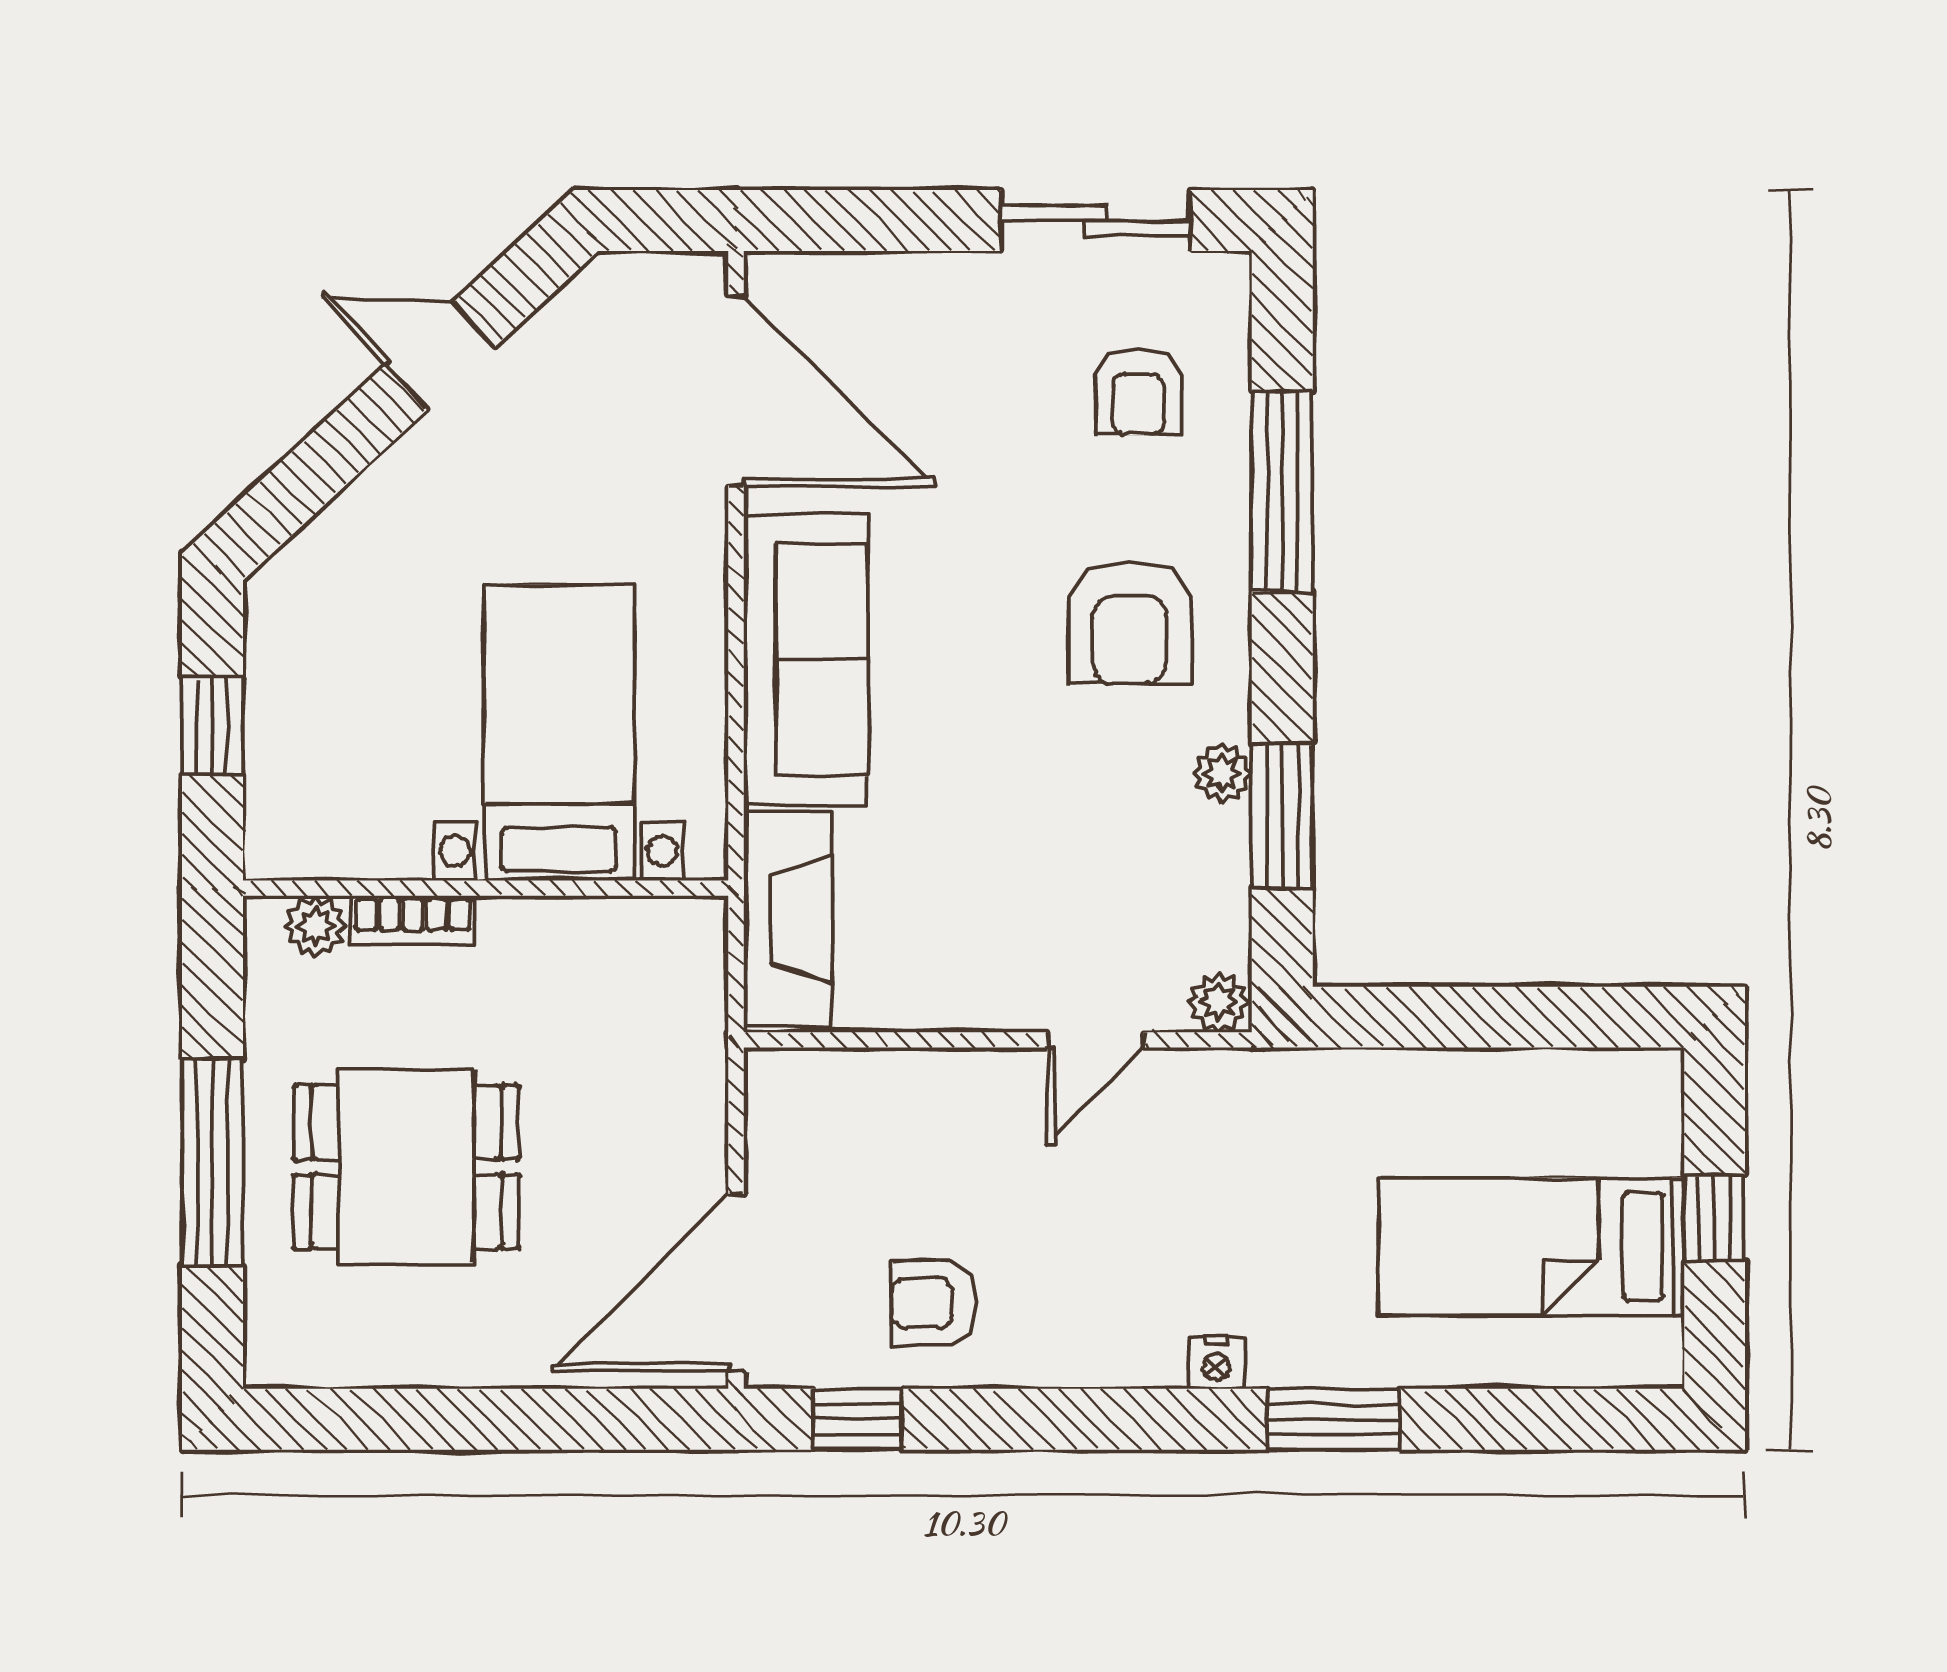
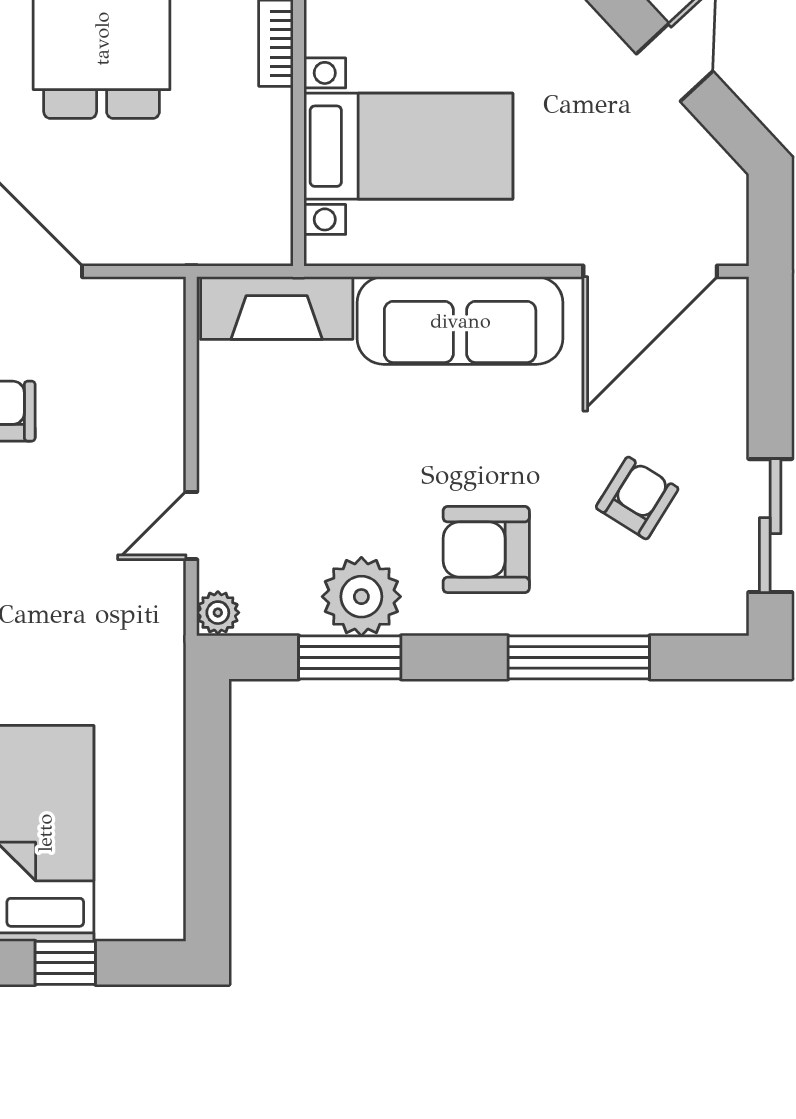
armchair: (1138, 392) -> (637, 498), moved, turned 122
plant: (1222, 773) -> (361, 597), width x1.88, depth x1.88
door: (1096, 1040) -> (191, 526), hinge flipped

